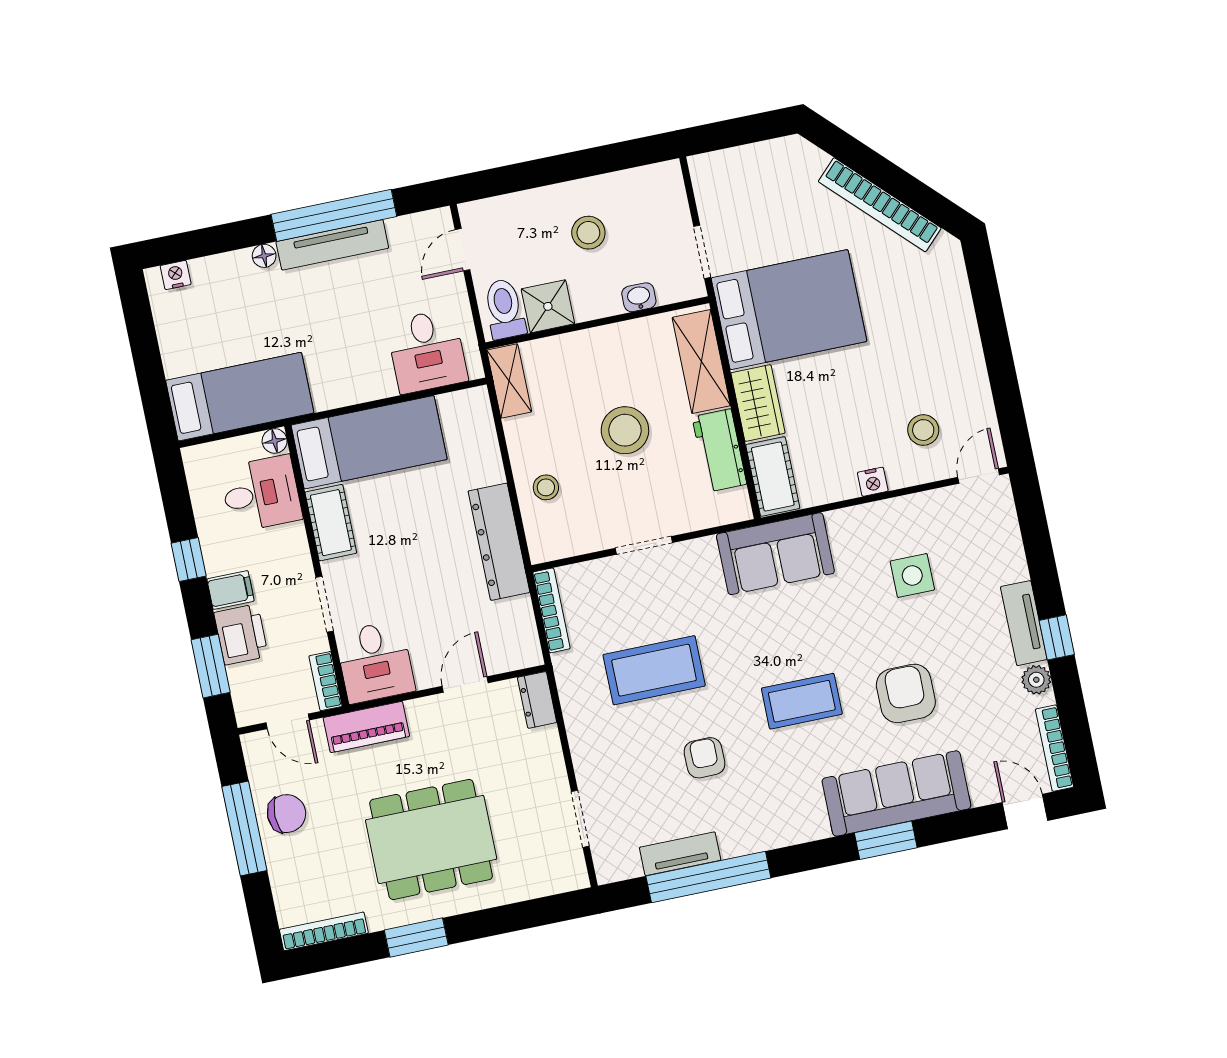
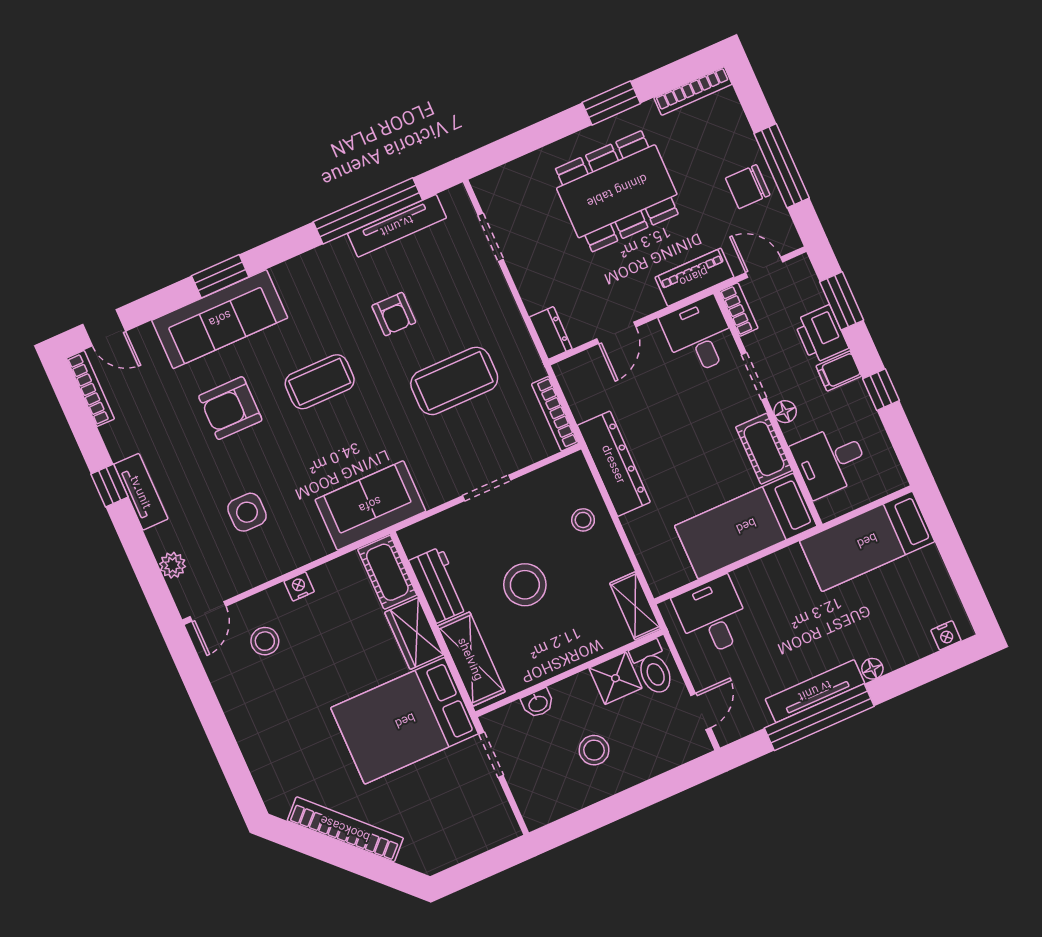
floor lamp: (275, 441) -> (785, 412), moved
plant: (1036, 680) -> (173, 565), moved
armchair: (906, 693) -> (230, 408), turned 90
tv unit: (680, 854) -> (397, 226), width x1.41

